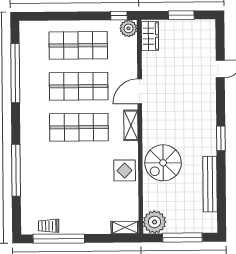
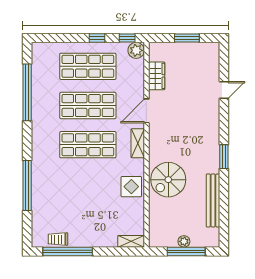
window: (87, 16) -> (97, 38), added
wardrobe: (150, 36) -> (157, 76), moved
plant: (154, 222) -> (184, 241), moved, width x0.53, depth x0.53

